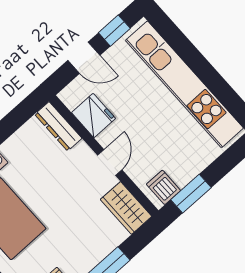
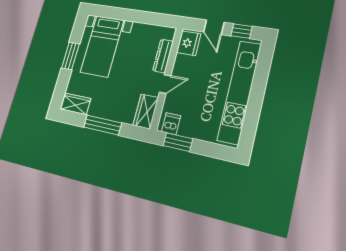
fridge: (94, 115) -> (189, 43), moved
dresser: (58, 126) -> (163, 56), moved

